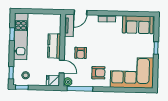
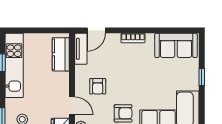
kitchen counter: (54, 46) -> (61, 54), moved

